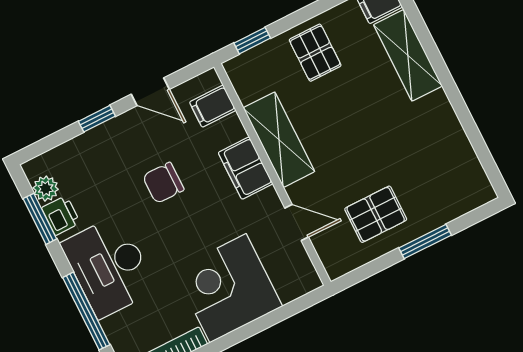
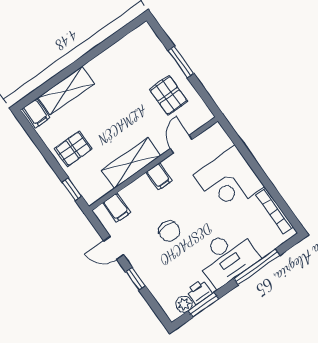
door: (150, 92) -> (114, 248), swing flipped
filing cabinet: (245, 168) -> (159, 176), width x0.50

